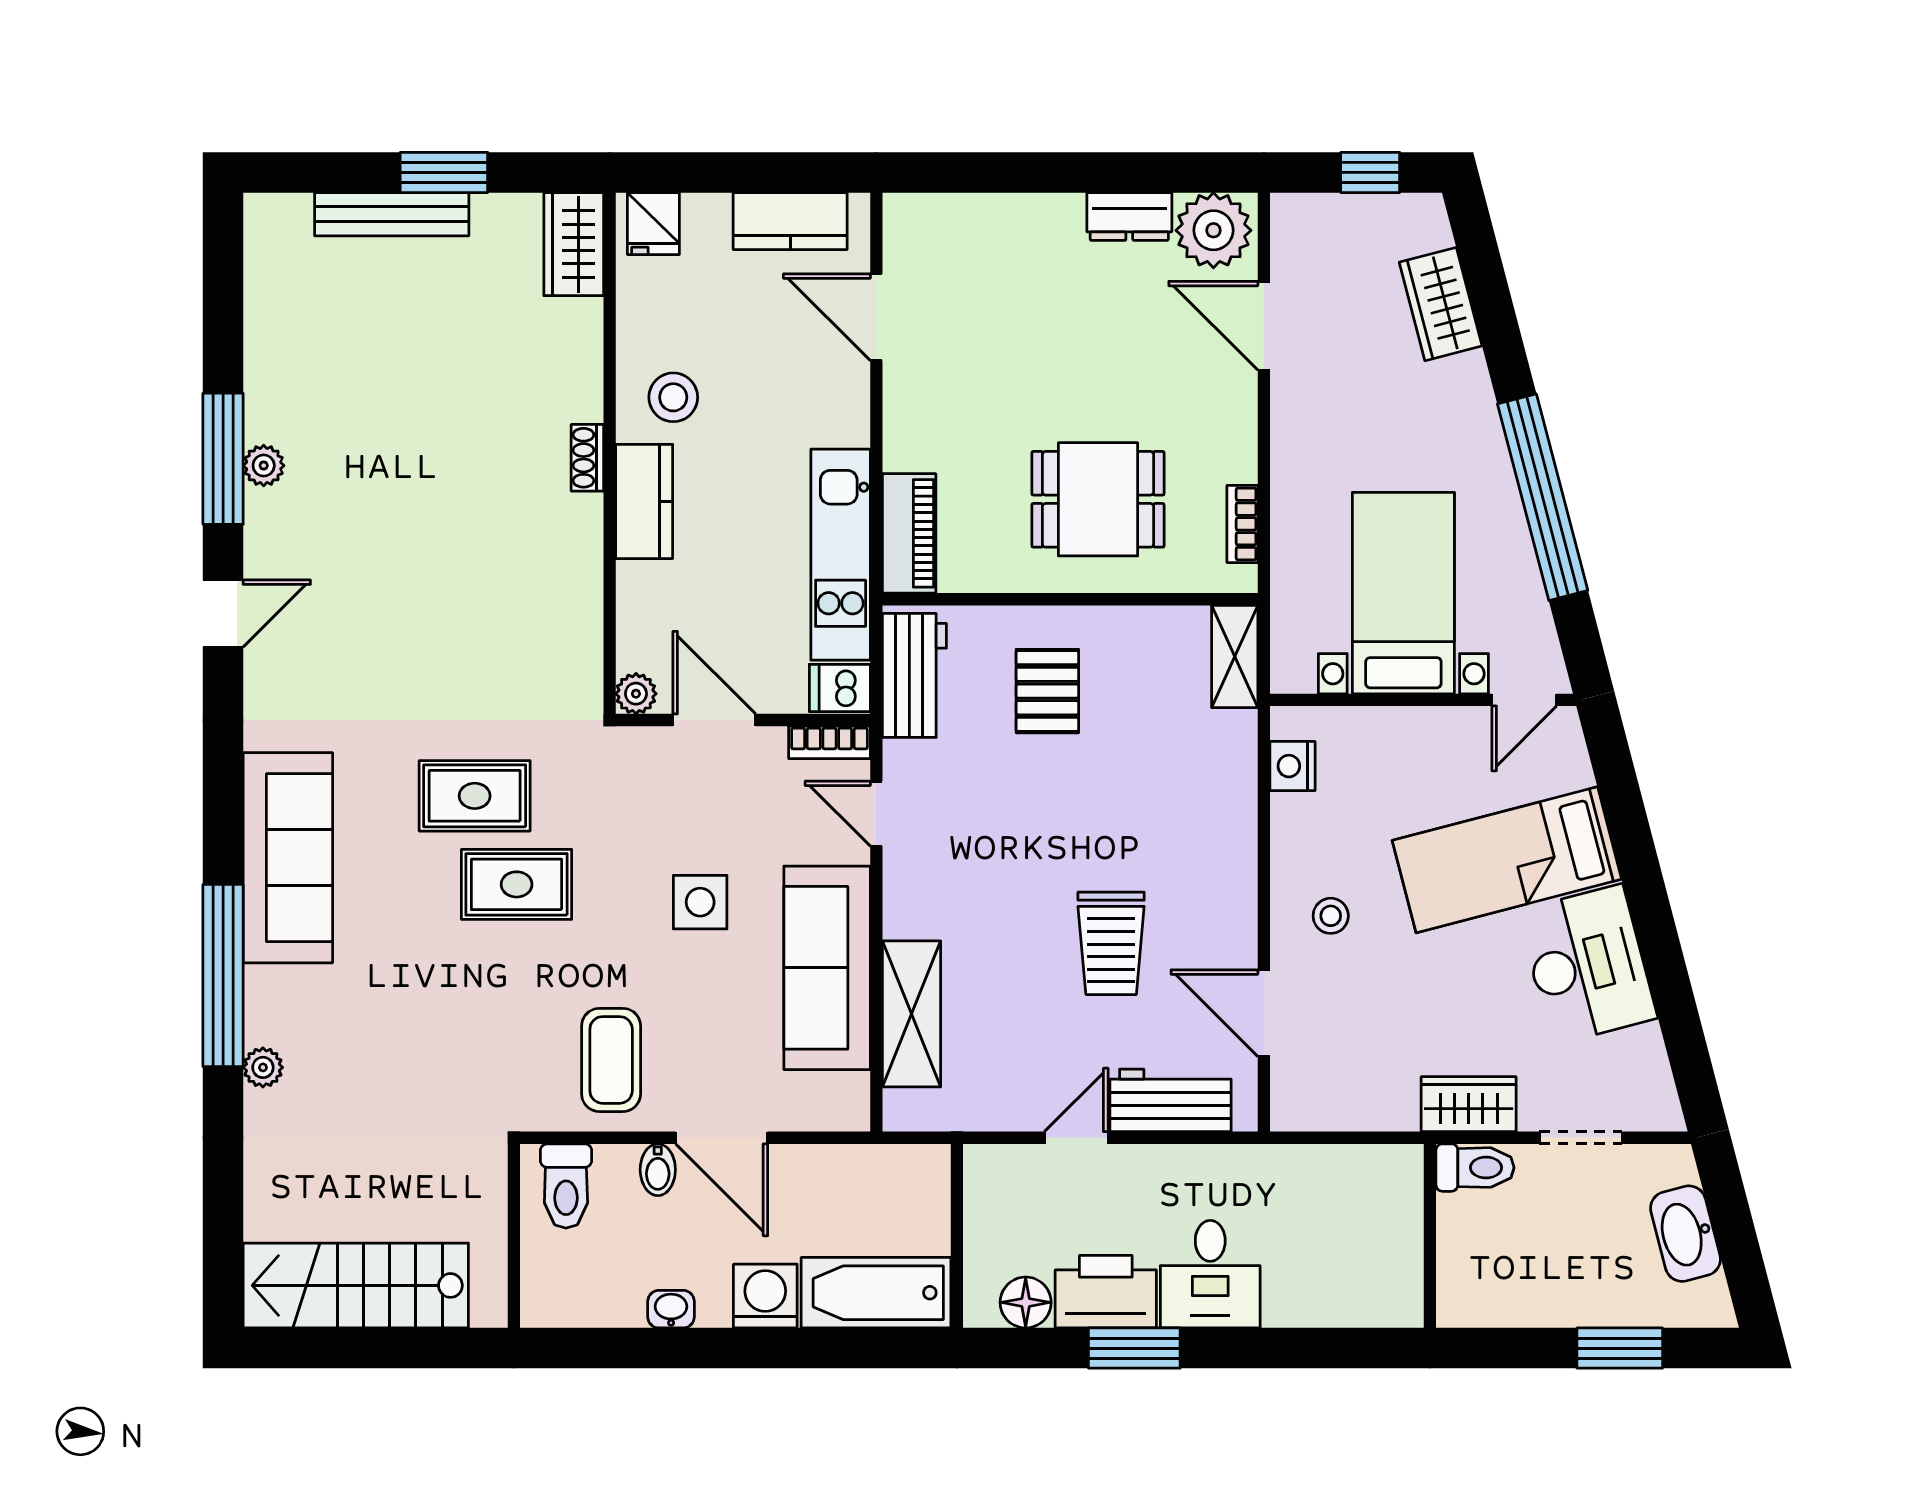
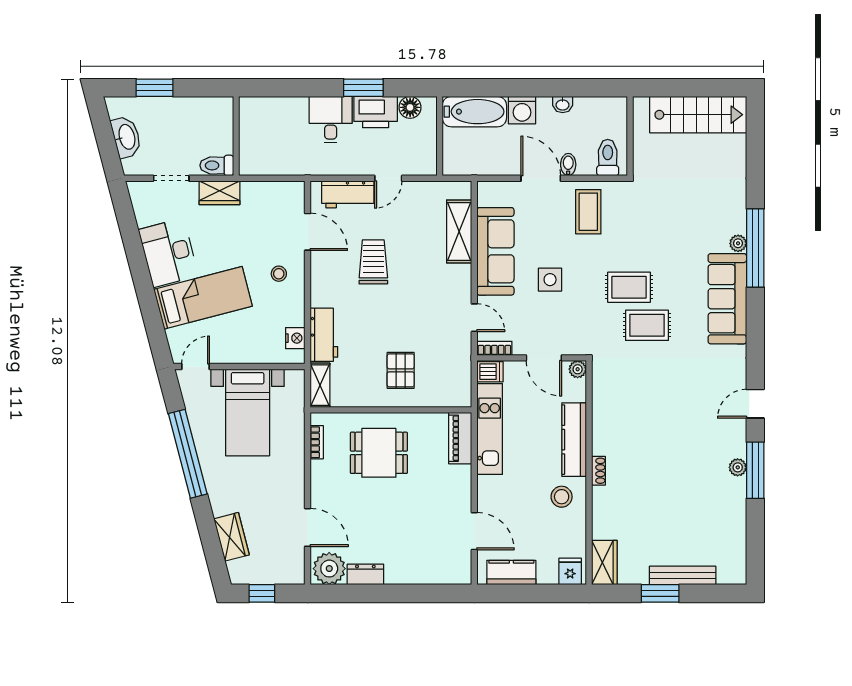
kitchen counter: (644, 501) -> (574, 440), width x1.50
workbench: (914, 675) -> (324, 335), moved, turned 180
plant: (263, 1067) -> (738, 243), moved

